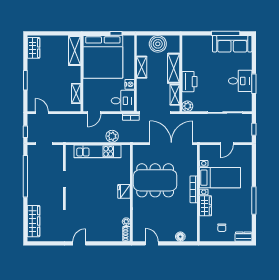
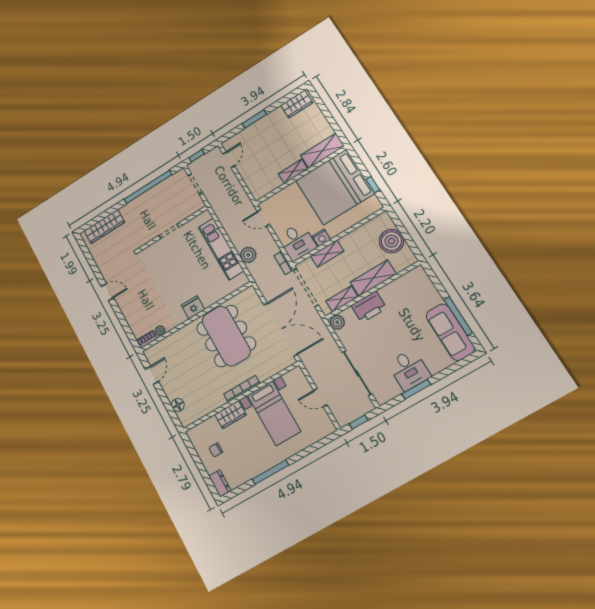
shelving: (142, 67) -> (327, 254), moved
shelving: (76, 93) -> (293, 171), moved

